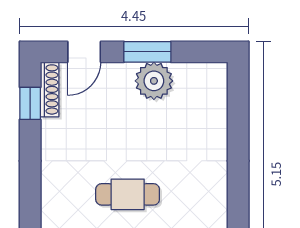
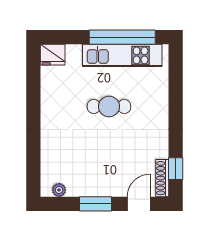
plant: (154, 81) -> (59, 190), moved, width x0.53, depth x0.53

